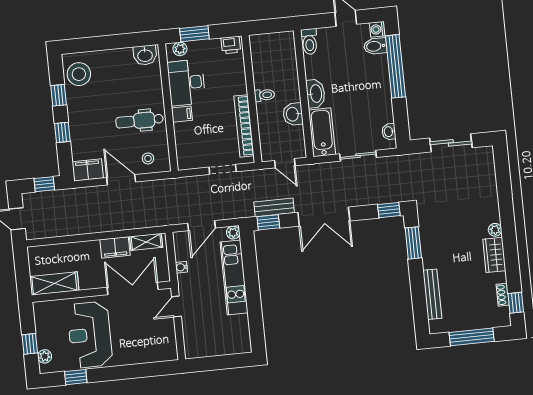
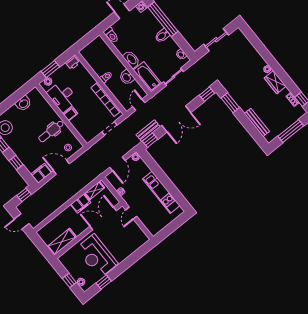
bidet: (375, 46) -> (162, 36), moved
washbasin: (145, 55) -> (23, 103), moved
door: (285, 163) -> (139, 105), swing flipped
kitchen unit: (234, 277) -> (161, 192), moved

